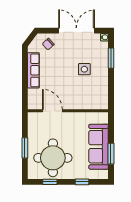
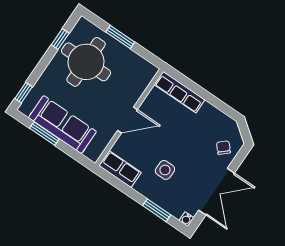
row of seats: (33, 70) -> (179, 92), moved
row of seats: (102, 96) -> (120, 169), added
door: (52, 111) -> (127, 120), moved
window: (82, 182) -> (24, 93), moved

